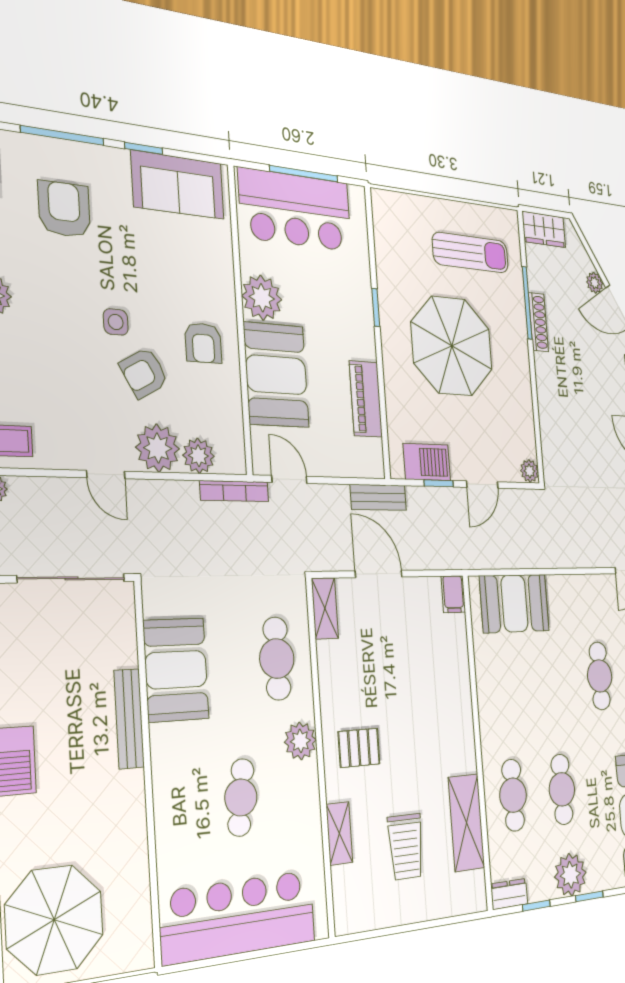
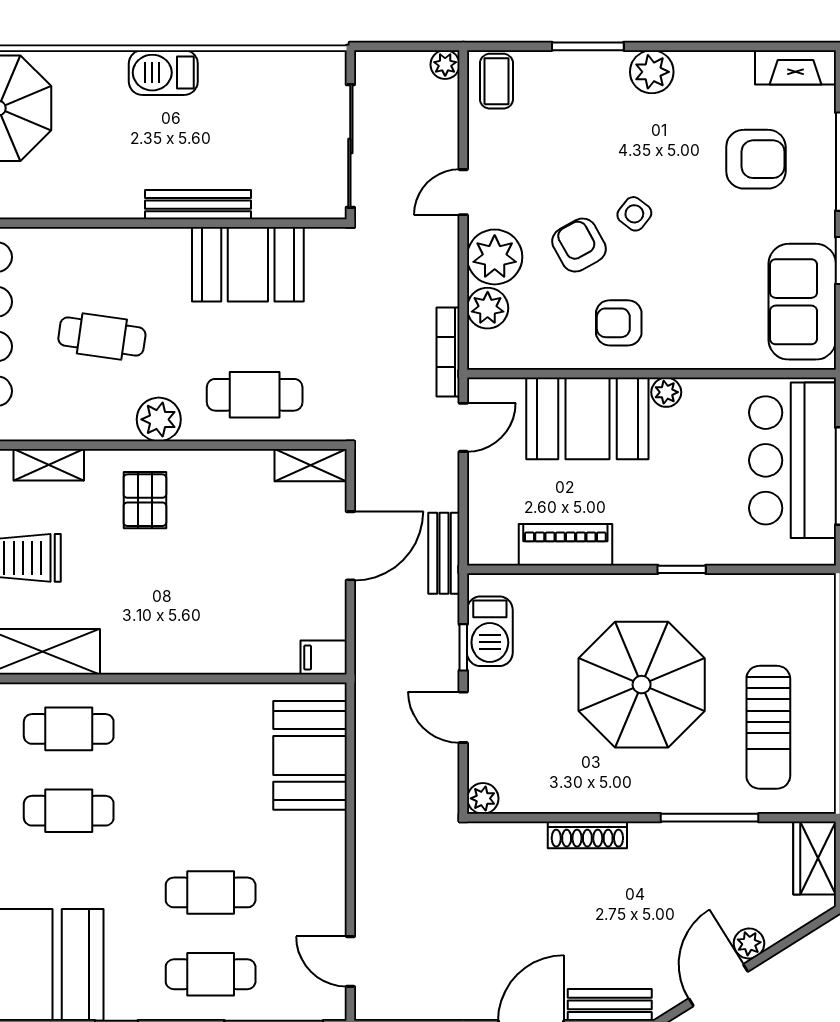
plant: (262, 298) -> (666, 392), width x0.53, depth x0.53
side table: (116, 322) -> (634, 214), turned 38
shoe rack: (538, 322) -> (587, 835), moved

